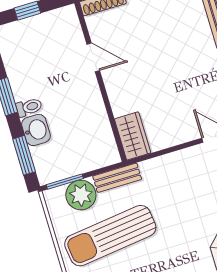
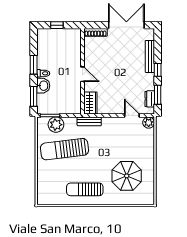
door: (93, 57) -> (83, 74), moved
bench: (117, 178) -> (89, 121), moved

